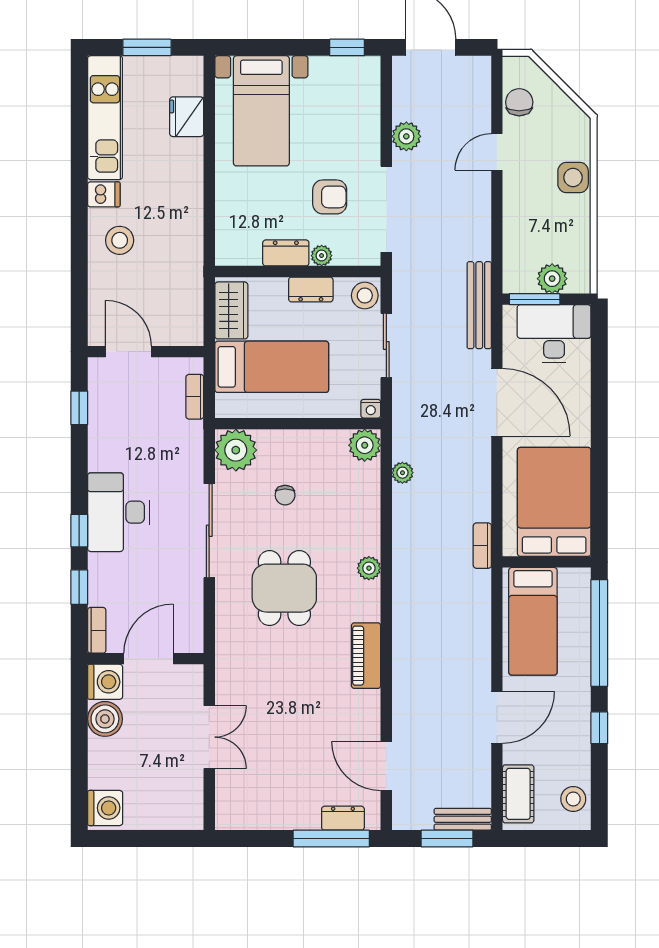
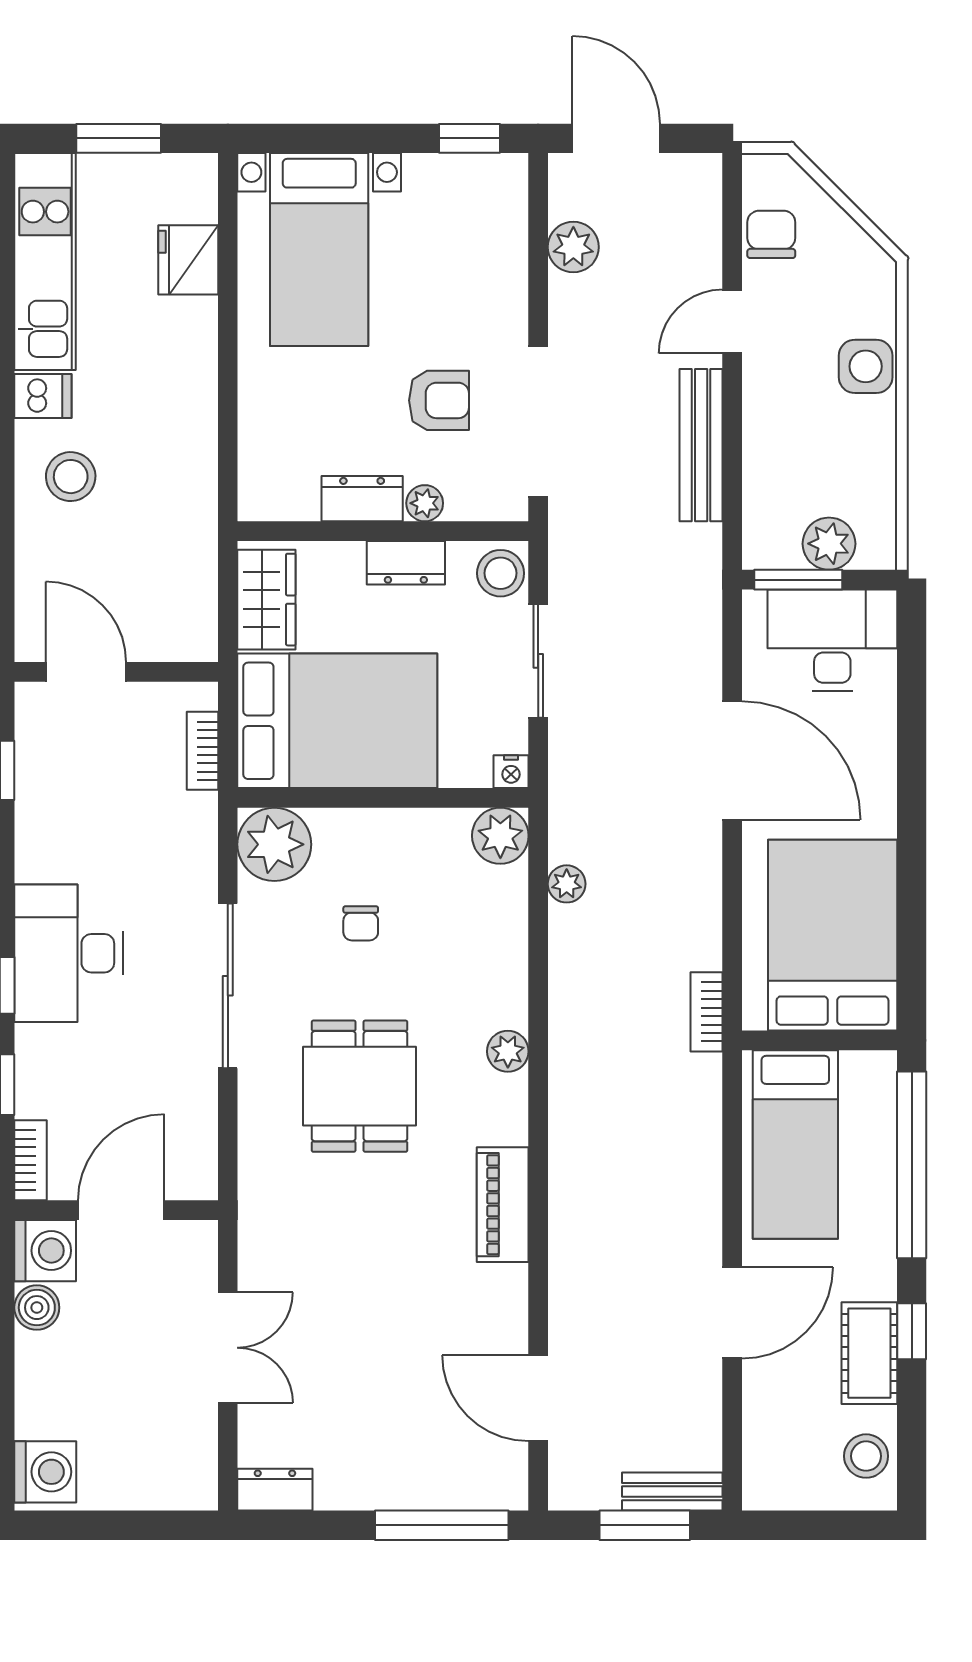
plant: (406, 136) -> (573, 247), moved
bench: (479, 305) -> (701, 445), moved
bed: (272, 367) -> (337, 721), width x1.50
boiler: (105, 719) -> (37, 1308), width x0.73, depth x0.73
cot: (518, 794) -> (869, 1353), moved
dresser: (343, 818) -> (275, 1490), moved

